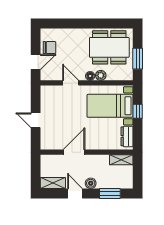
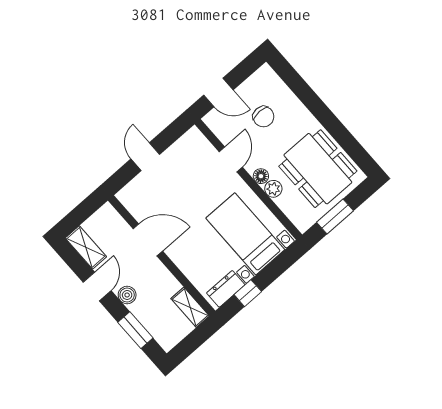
chair: (50, 48) -> (263, 117), moved
window: (138, 111) -> (248, 293), moved

